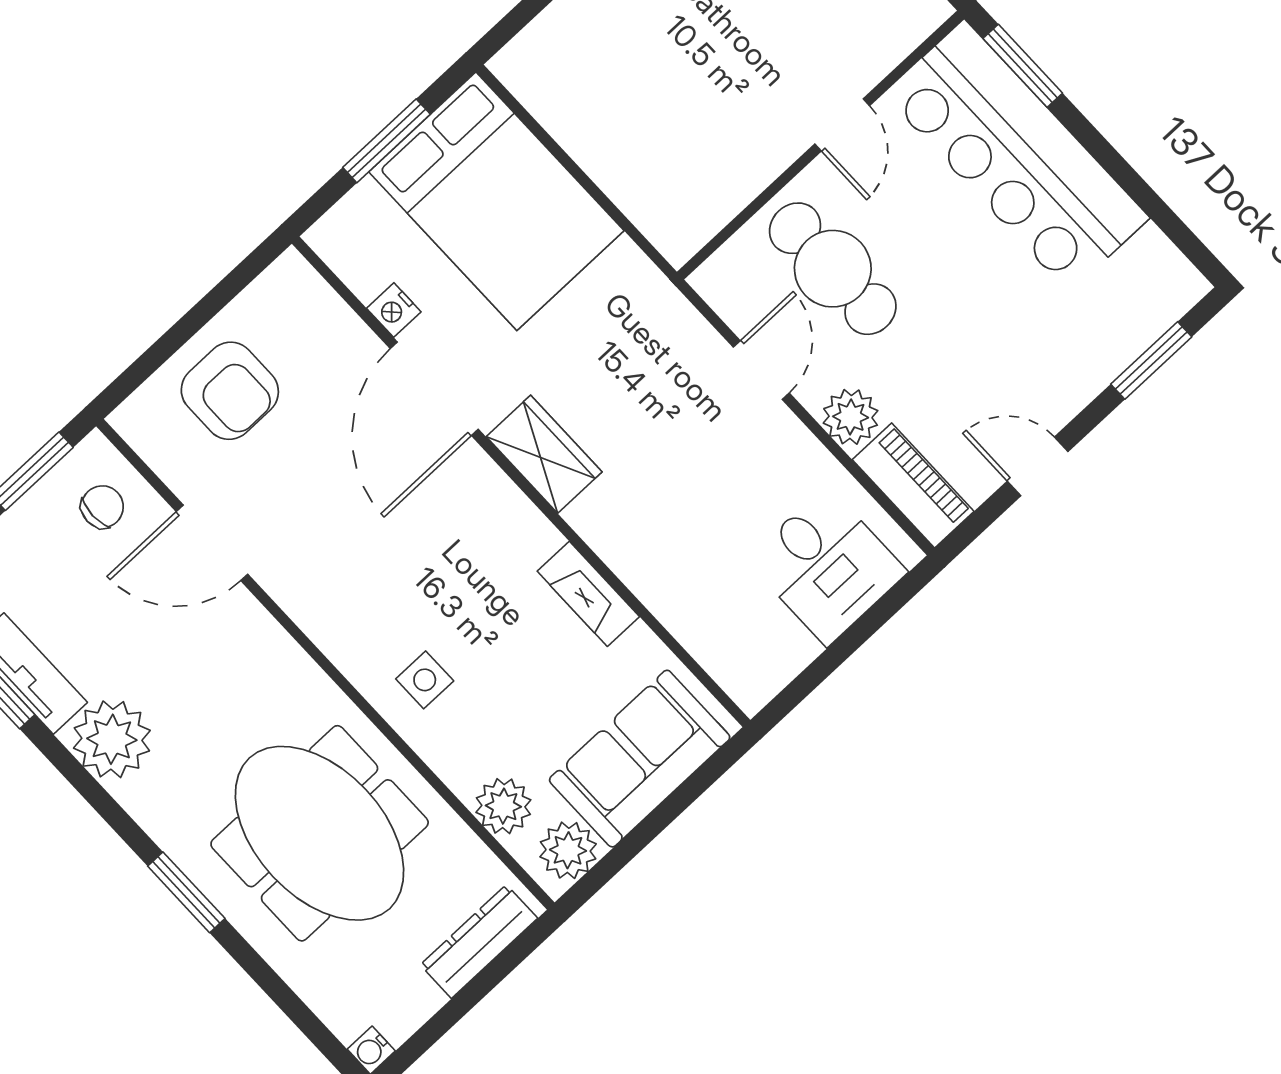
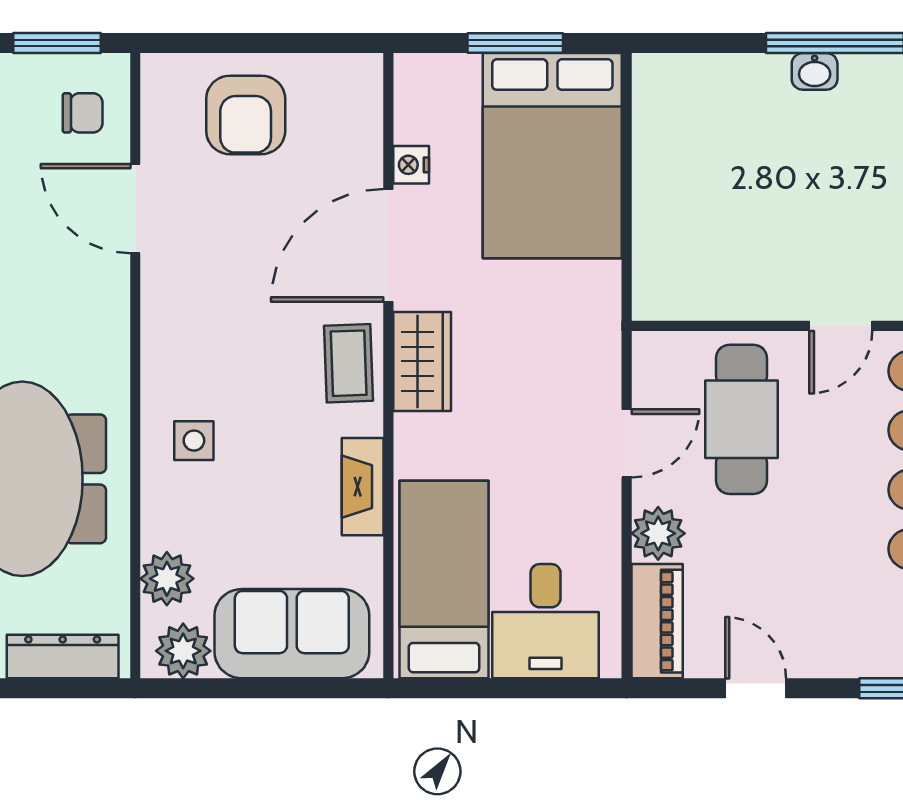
coffee table: (488, 509) -> (349, 363), added
bed: (718, 607) -> (444, 580), added

